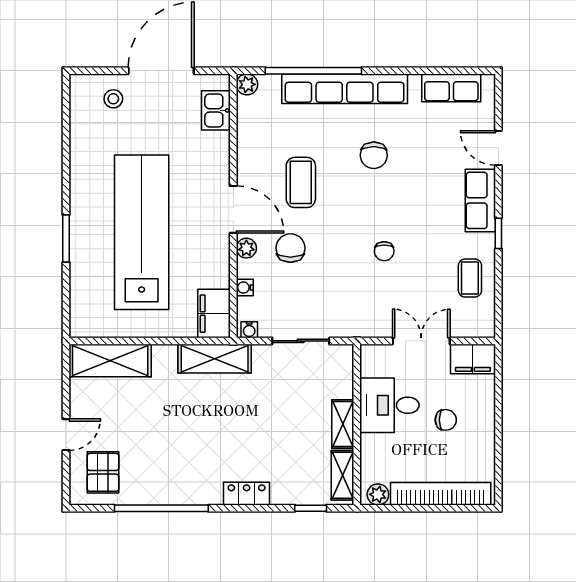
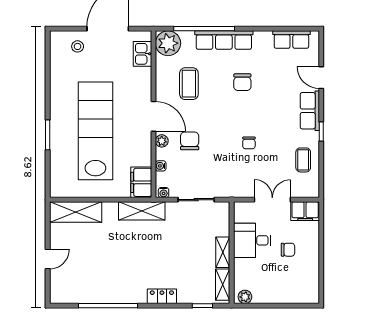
plant: (247, 84) -> (168, 43), width x1.87, depth x1.87
row of seats: (345, 89) -> (224, 40), width x0.73
coffee table: (301, 182) -> (189, 84), moved
pallet: (103, 472) -> (71, 283), removed
bookcase: (441, 494) -> (285, 296), removed

